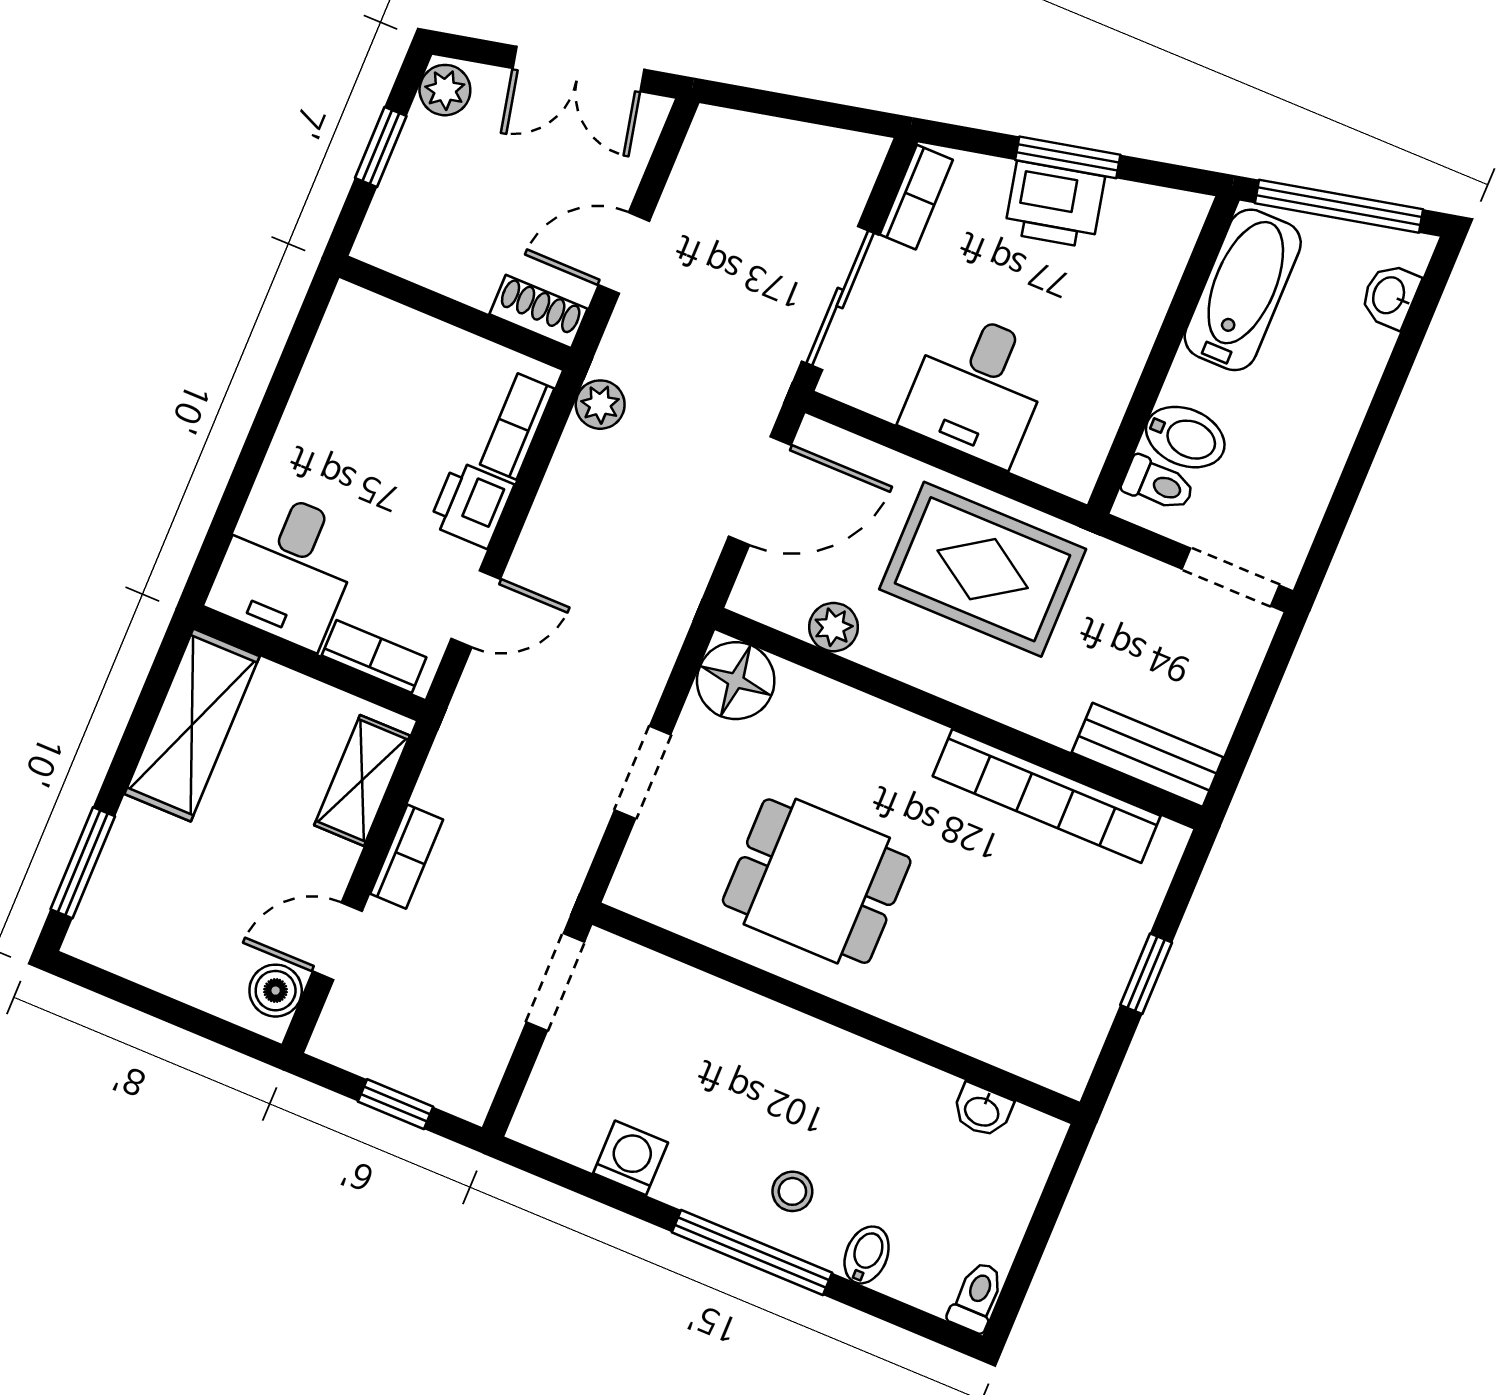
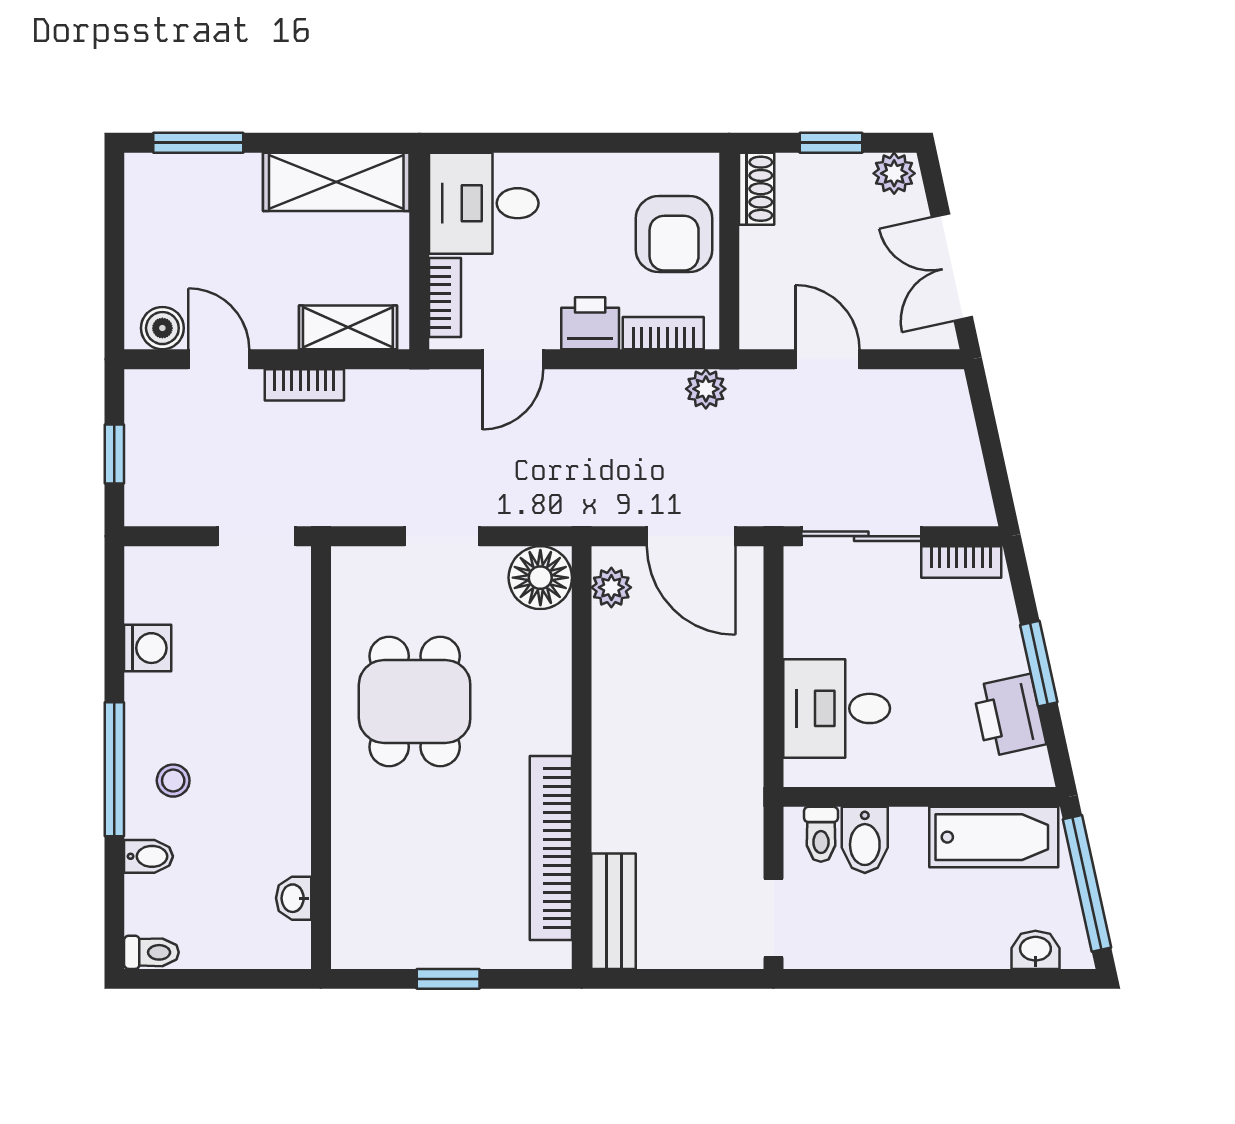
printer: (1055, 205) -> (1009, 715), moved
shoe rack: (539, 311) -> (757, 189), moved
armchair: (410, 368) -> (674, 234), added
desk: (977, 388) -> (837, 708), moved
rug: (983, 569) -> (702, 729), removed
door: (476, 609) -> (513, 359), hinge flipped
plant: (833, 627) -> (611, 587), moved

